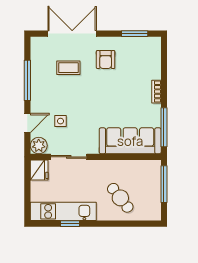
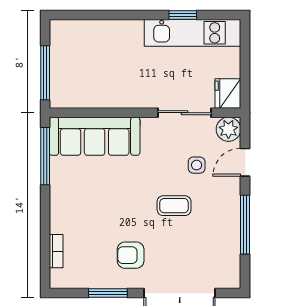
window: (135, 34) -> (108, 293), moved
armchair: (106, 60) -> (131, 255), turned -90
coffee table: (68, 68) -> (174, 206), moved
bookcase: (156, 92) -> (56, 251), moved
cafe table: (120, 198) -> (109, 53), removed

